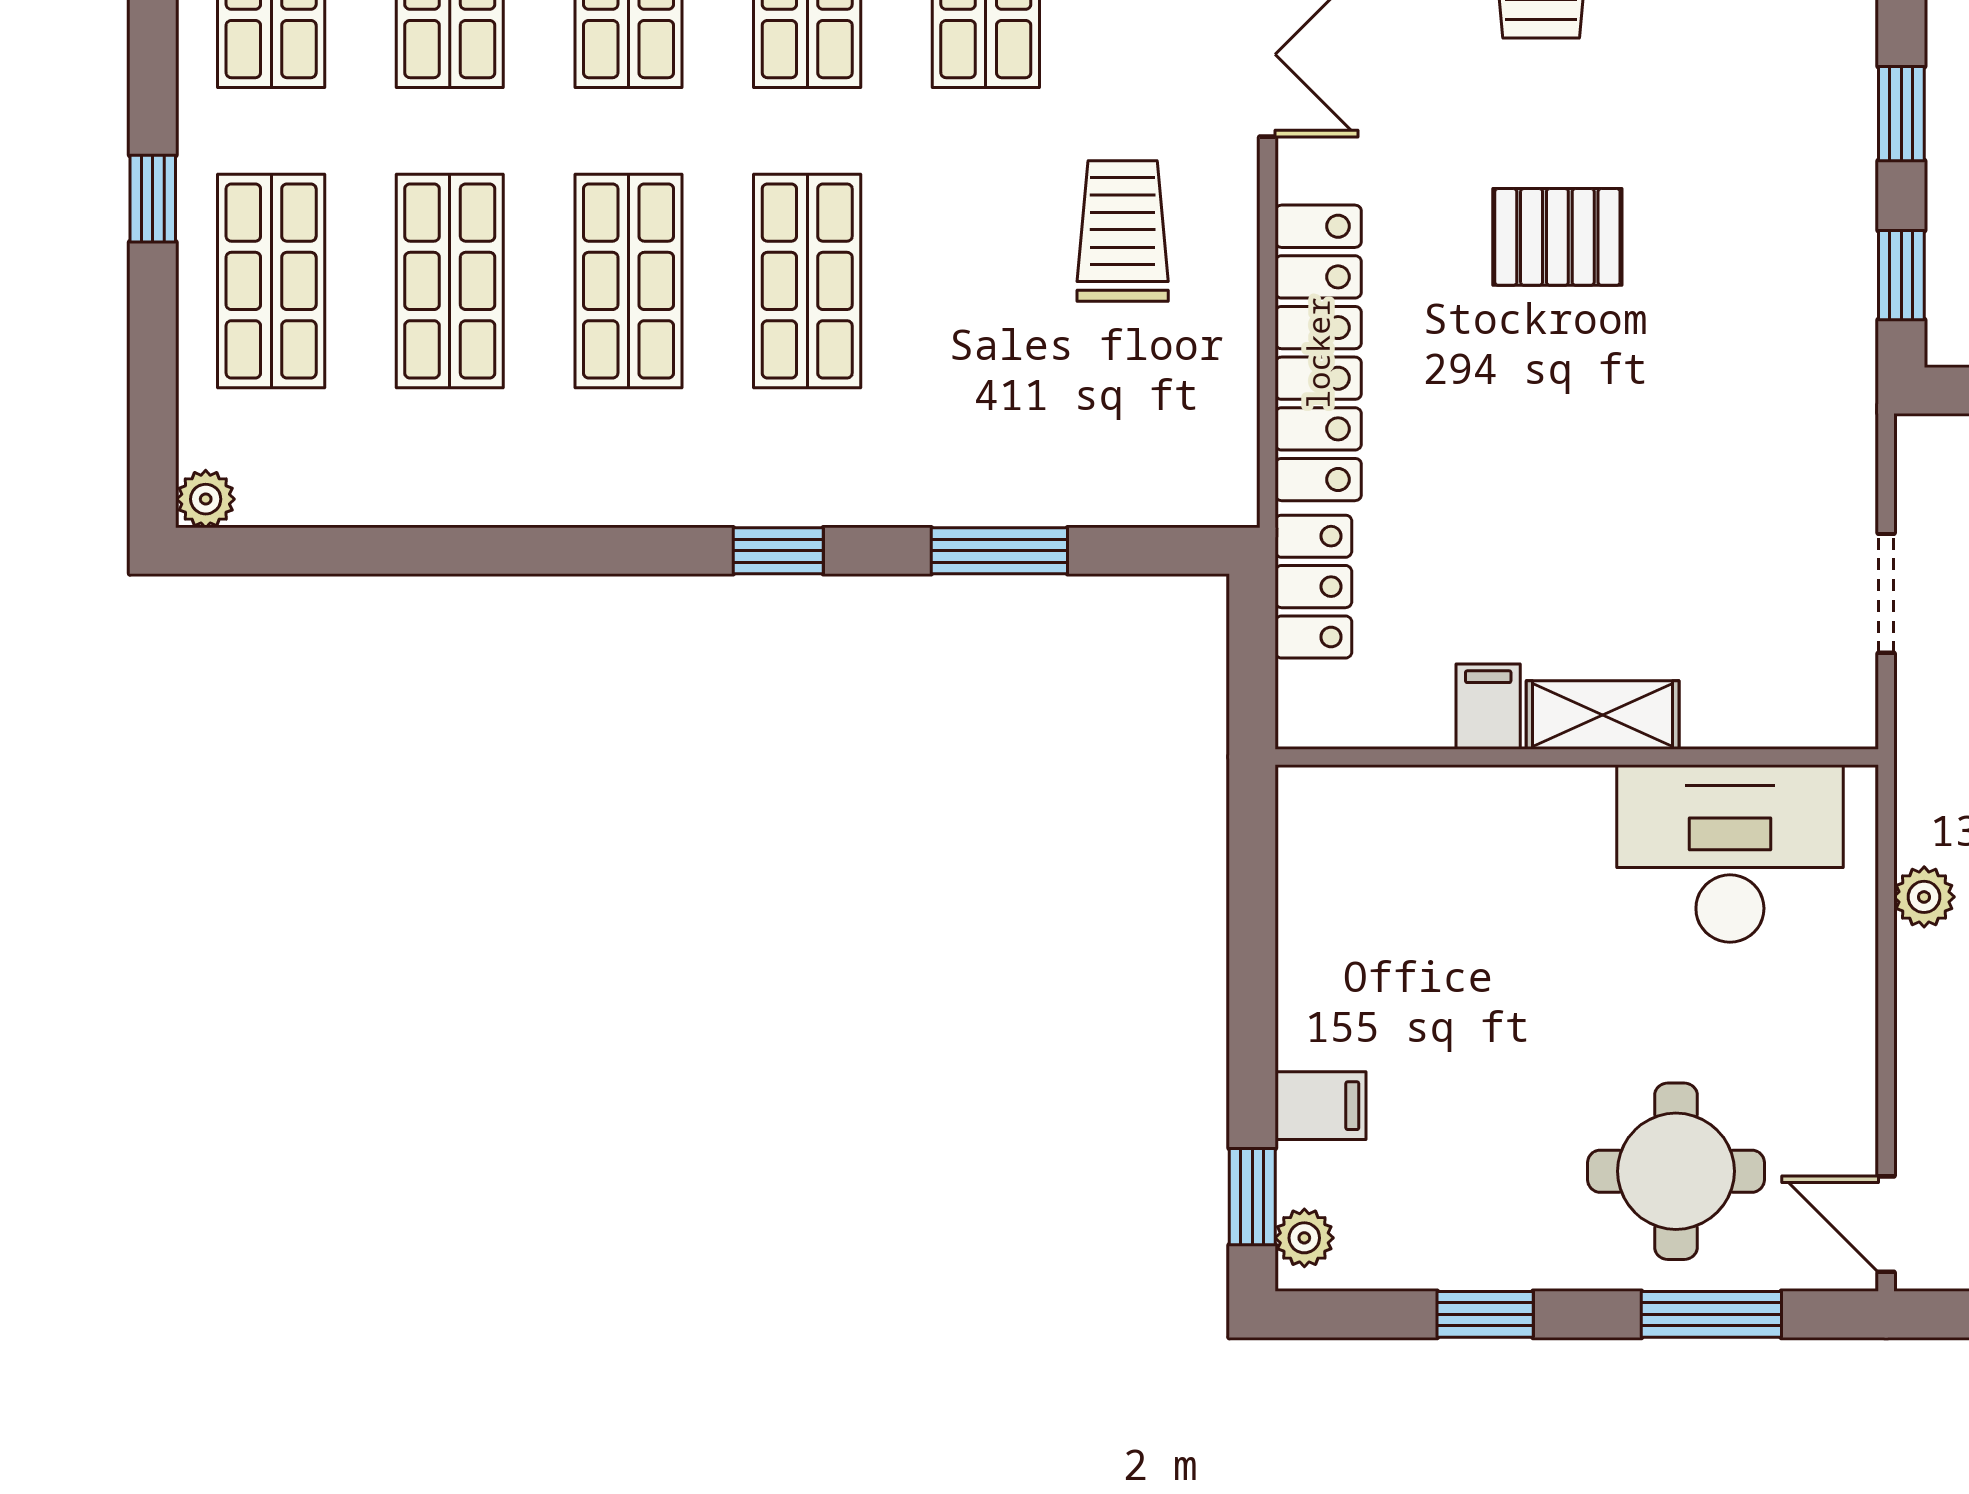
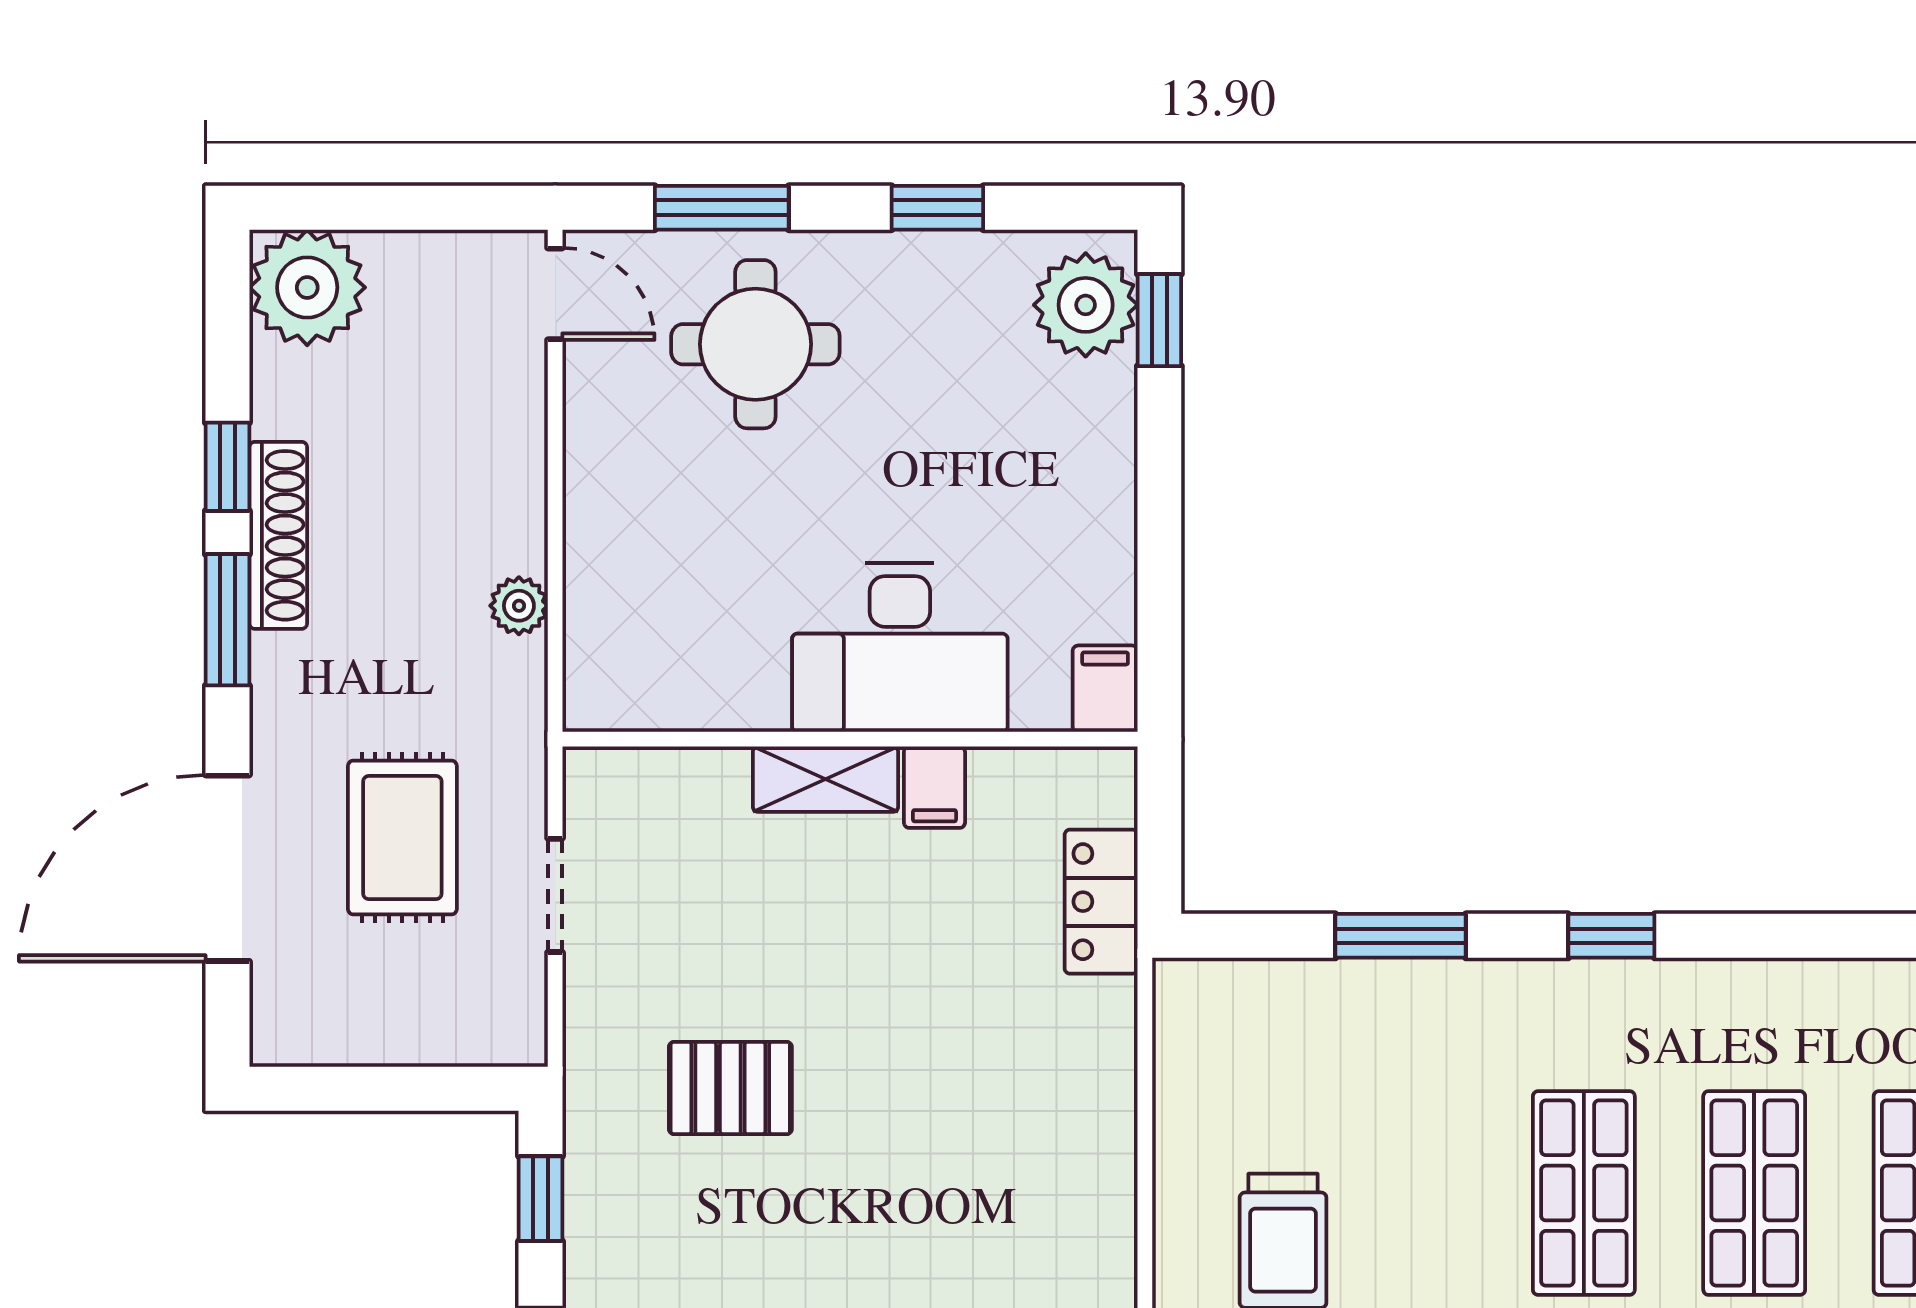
pallet: (1557, 237) -> (730, 1088), moved
locker: (1318, 353) -> (1097, 1124), removed
desk: (1730, 853) -> (900, 647), moved
filing cabinet: (1321, 1106) -> (1105, 689), moved, turned 90
plant: (1304, 1238) -> (1086, 305), width x1.87, depth x1.87

